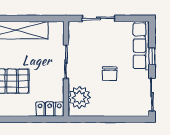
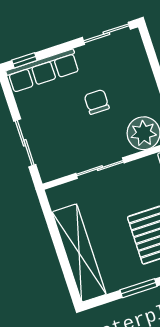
window: (152, 56) -> (24, 60), moved
chair: (110, 74) -> (97, 102), turned -90

